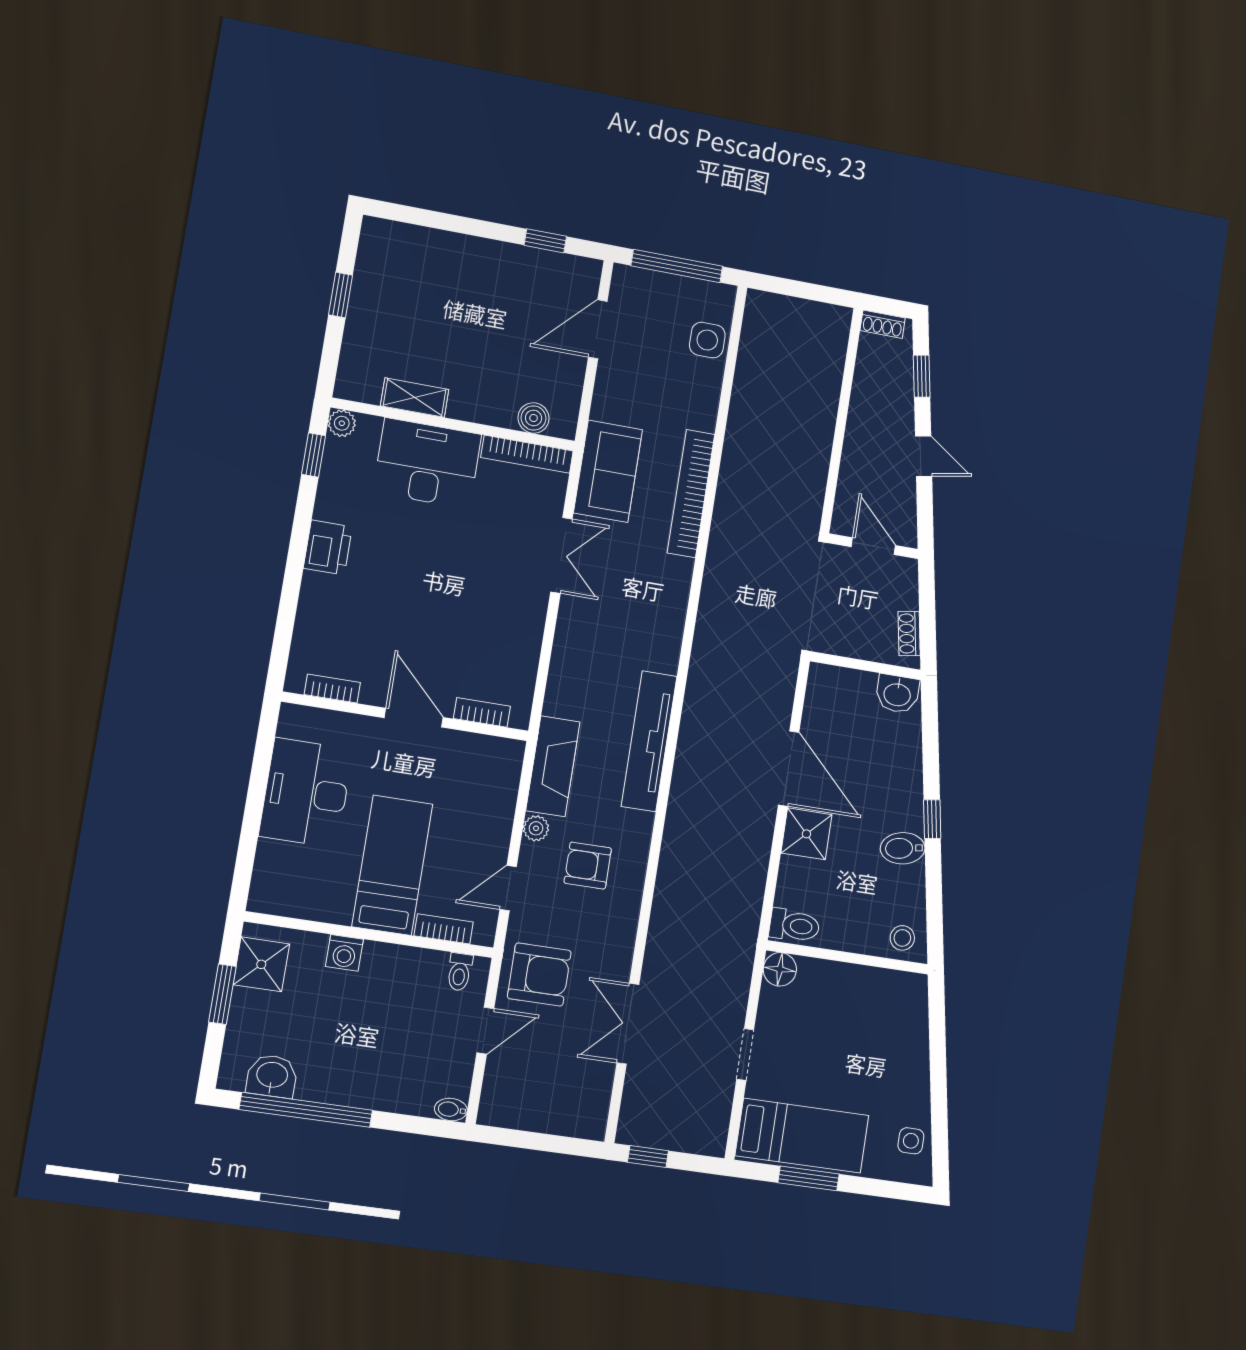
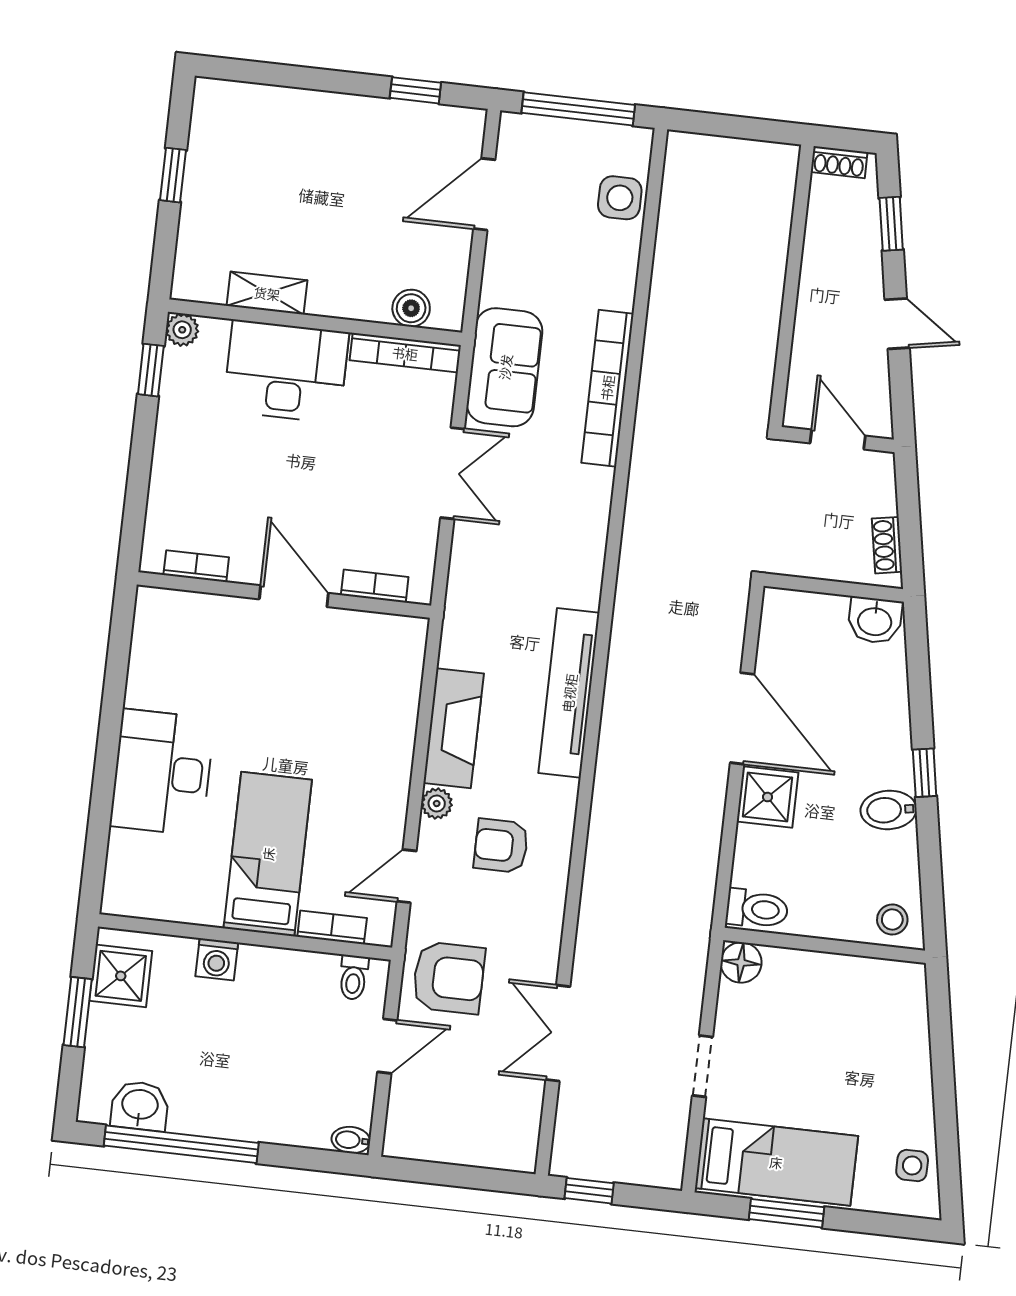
printer: (328, 547) -> (173, 480), removed
bookcase: (332, 689) -> (196, 566), moved
bookcase: (482, 712) -> (375, 586), moved
wall: (405, 716) -> (284, 595), moved
door: (414, 718) -> (294, 596), moved

